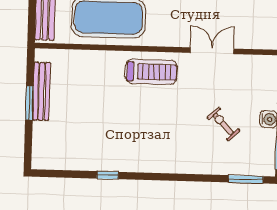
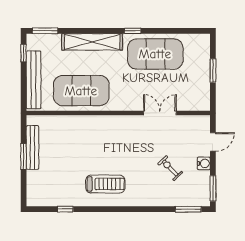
treadmill: (151, 72) -> (105, 184), moved
window: (108, 175) -> (65, 209), moved

